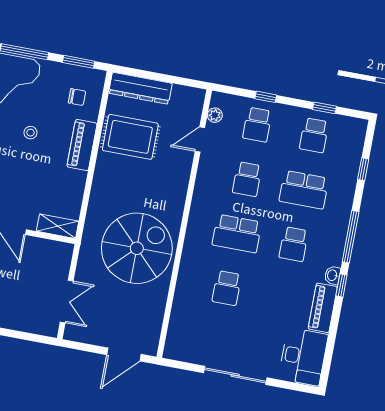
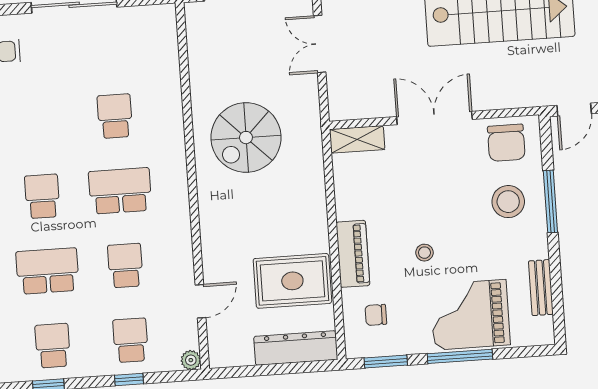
plant: (215, 115) -> (191, 360), moved
spiral stairs: (137, 248) -> (246, 138), width x0.73, depth x0.73

